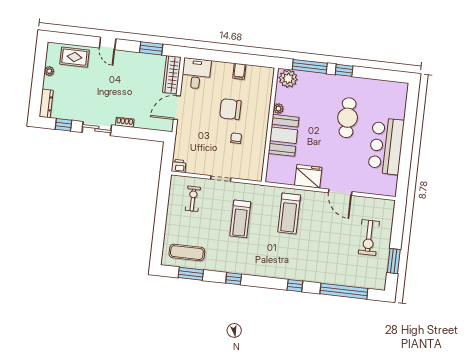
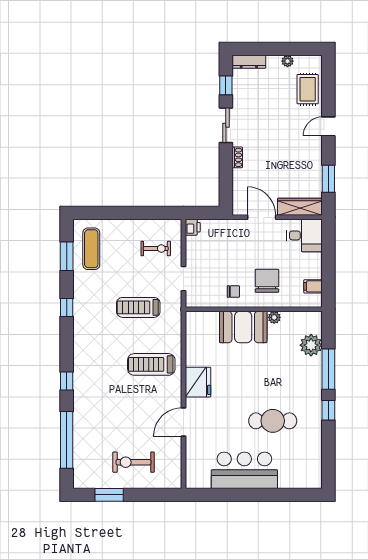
plant: (278, 109) -> (274, 317), moved
wall: (270, 125) -> (254, 309), moved
booth: (284, 135) -> (243, 327), moved

